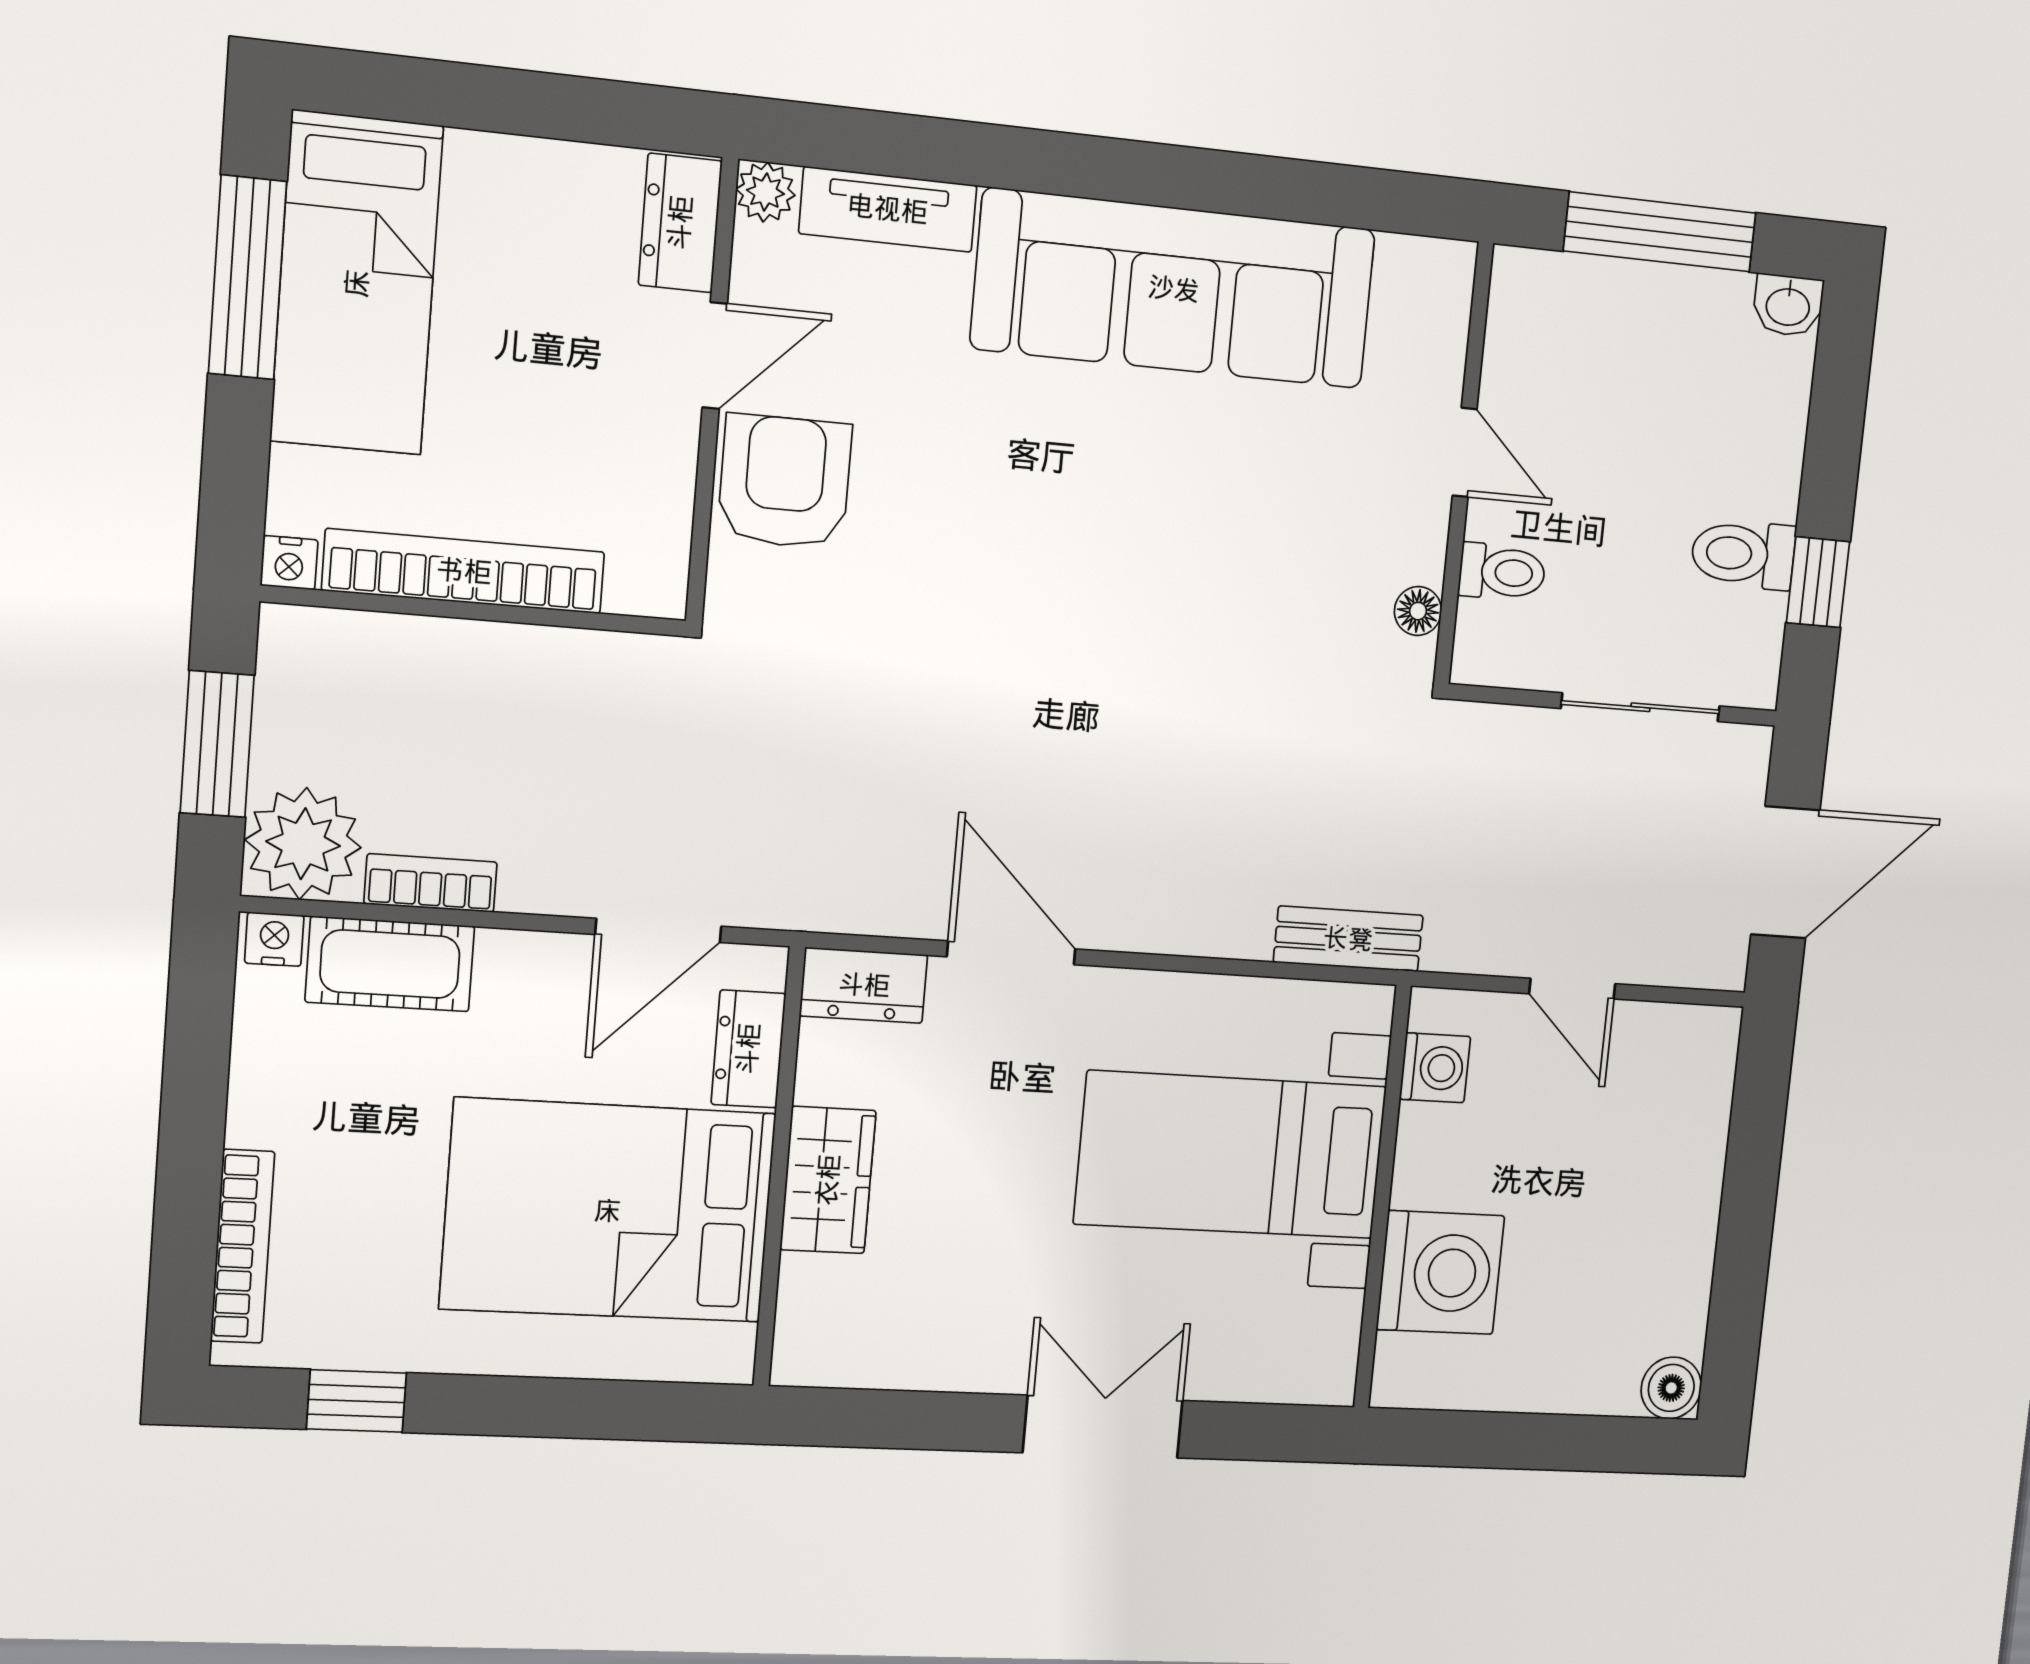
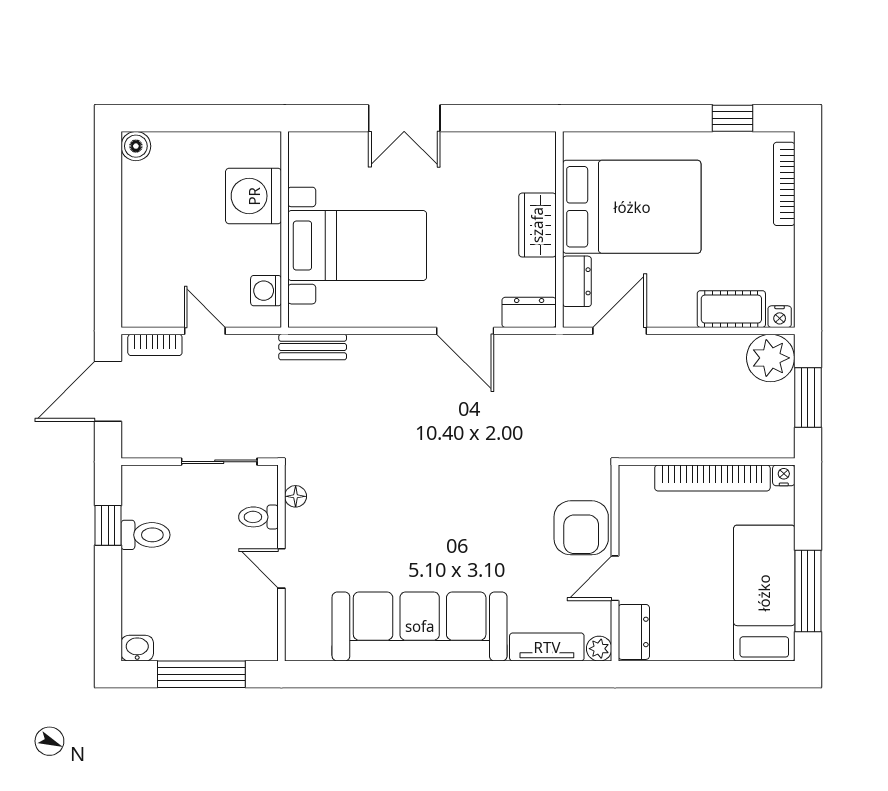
sliding door: (1640, 707) -> (219, 462), moved
bookcase: (431, 883) -> (155, 345), moved

